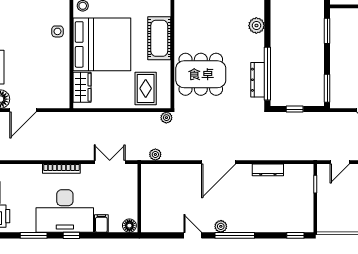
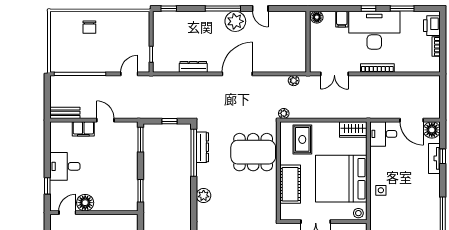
wardrobe: (82, 87) -> (353, 130), moved, turned -90
desk: (55, 95) -> (383, 134), added
door: (23, 110) -> (412, 120), swing flipped
plant: (221, 226) -> (235, 21), width x1.87, depth x1.87

